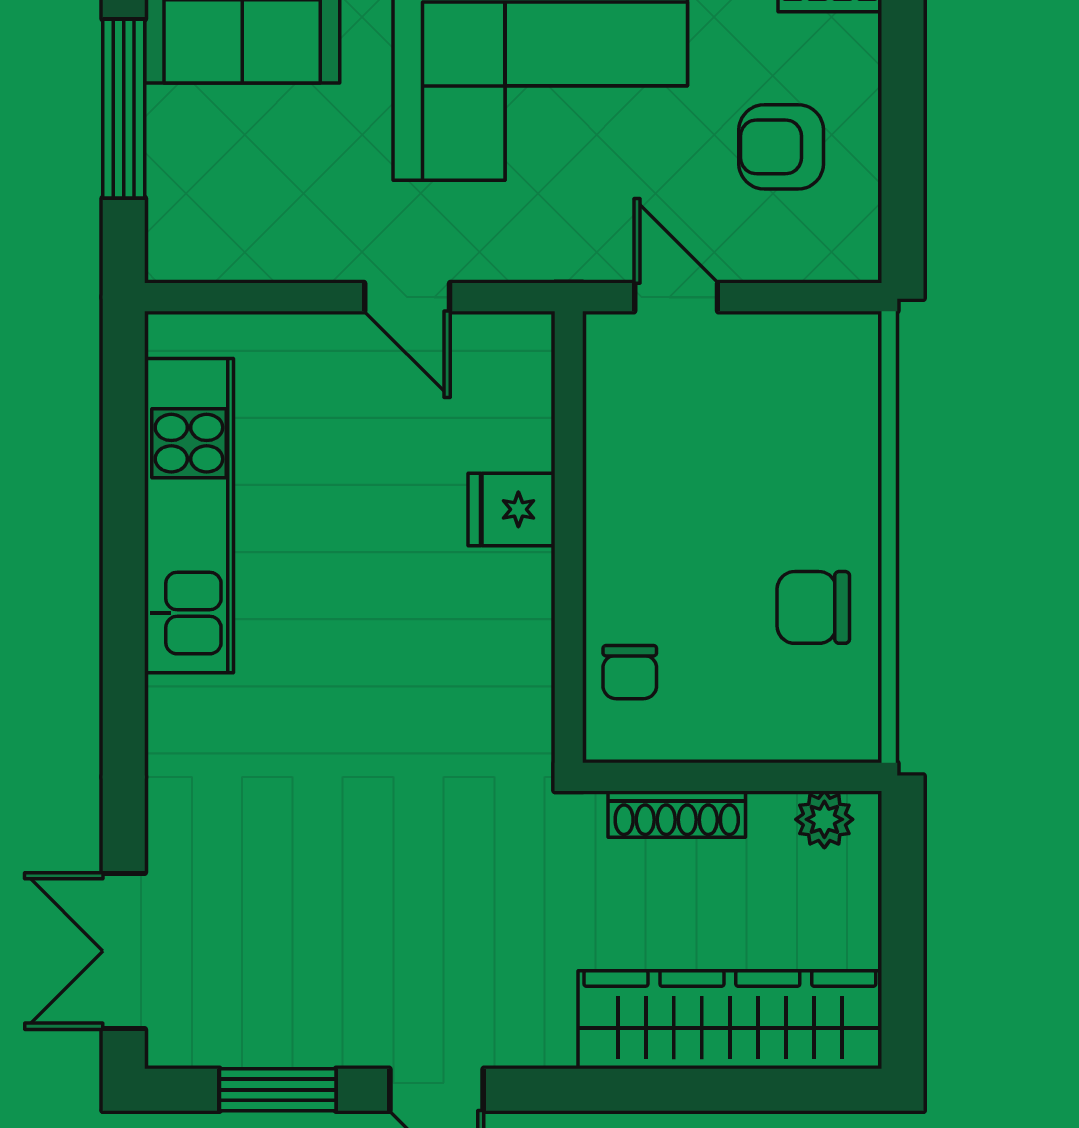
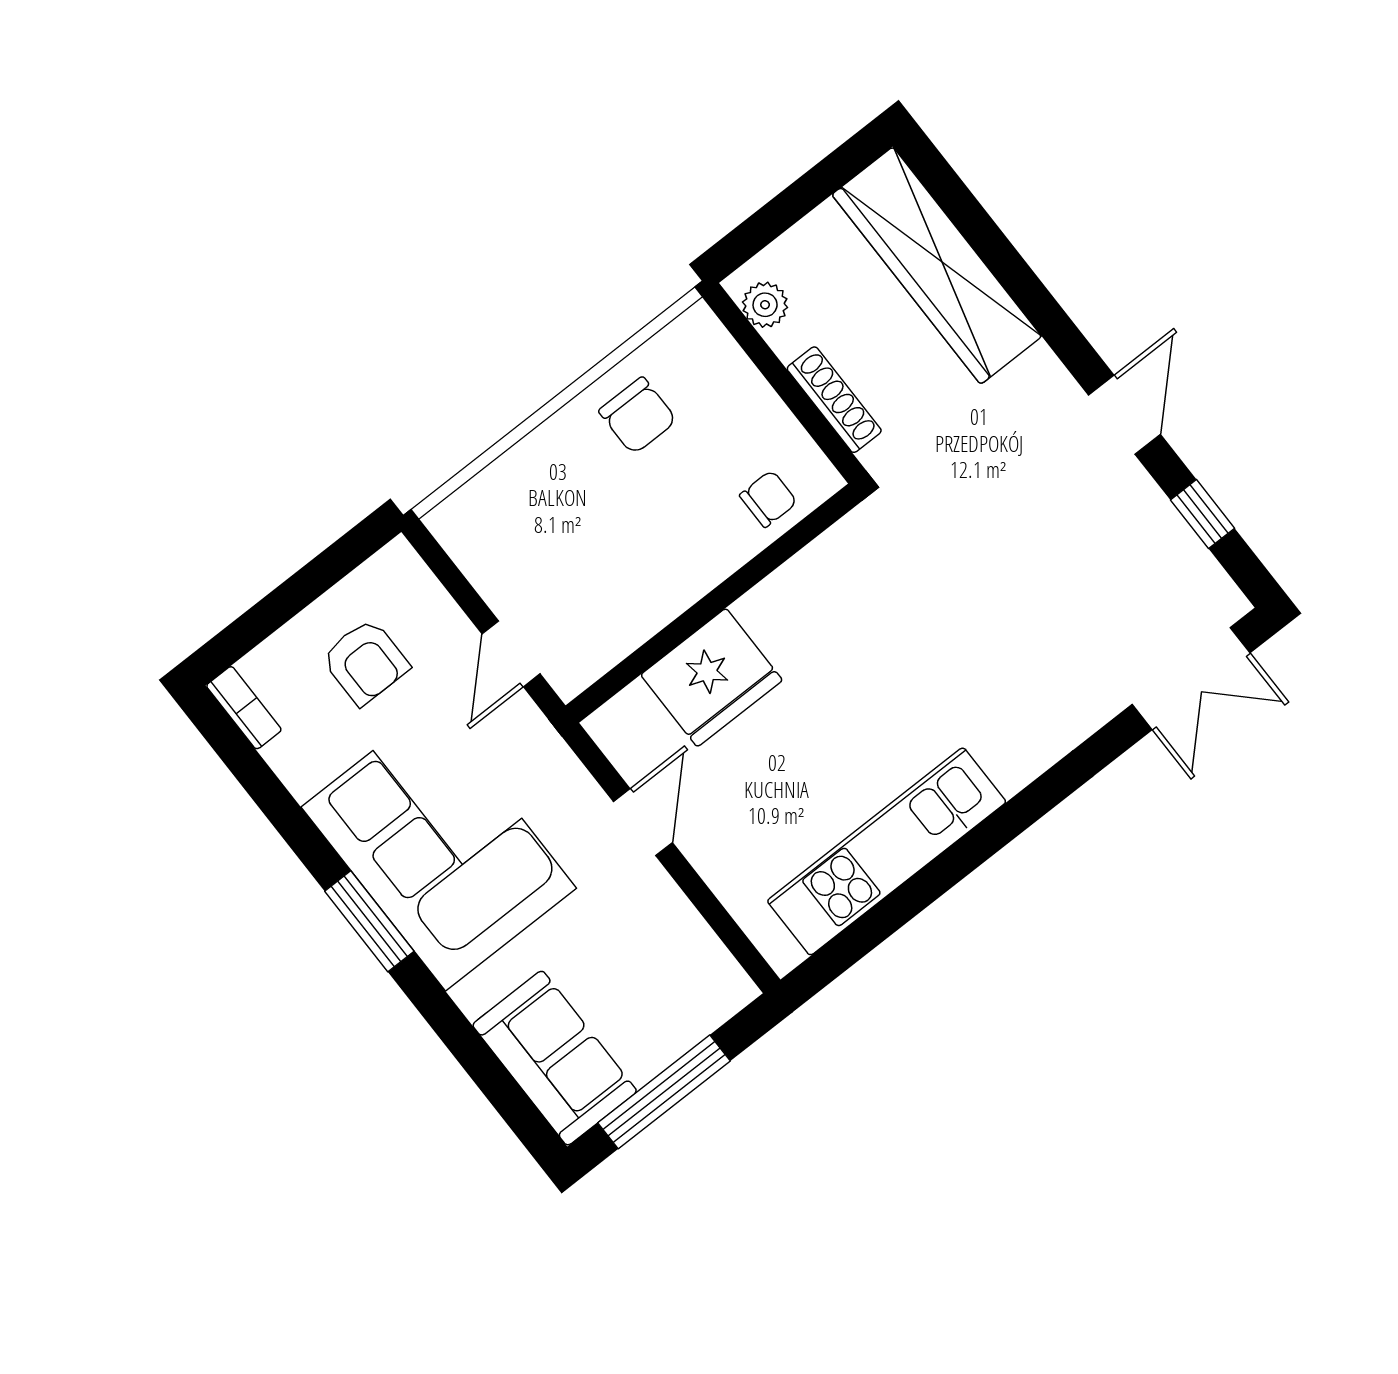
fridge: (512, 509) -> (712, 678), width x1.88, depth x1.34
window: (278, 1090) -> (1202, 514), width x0.67

